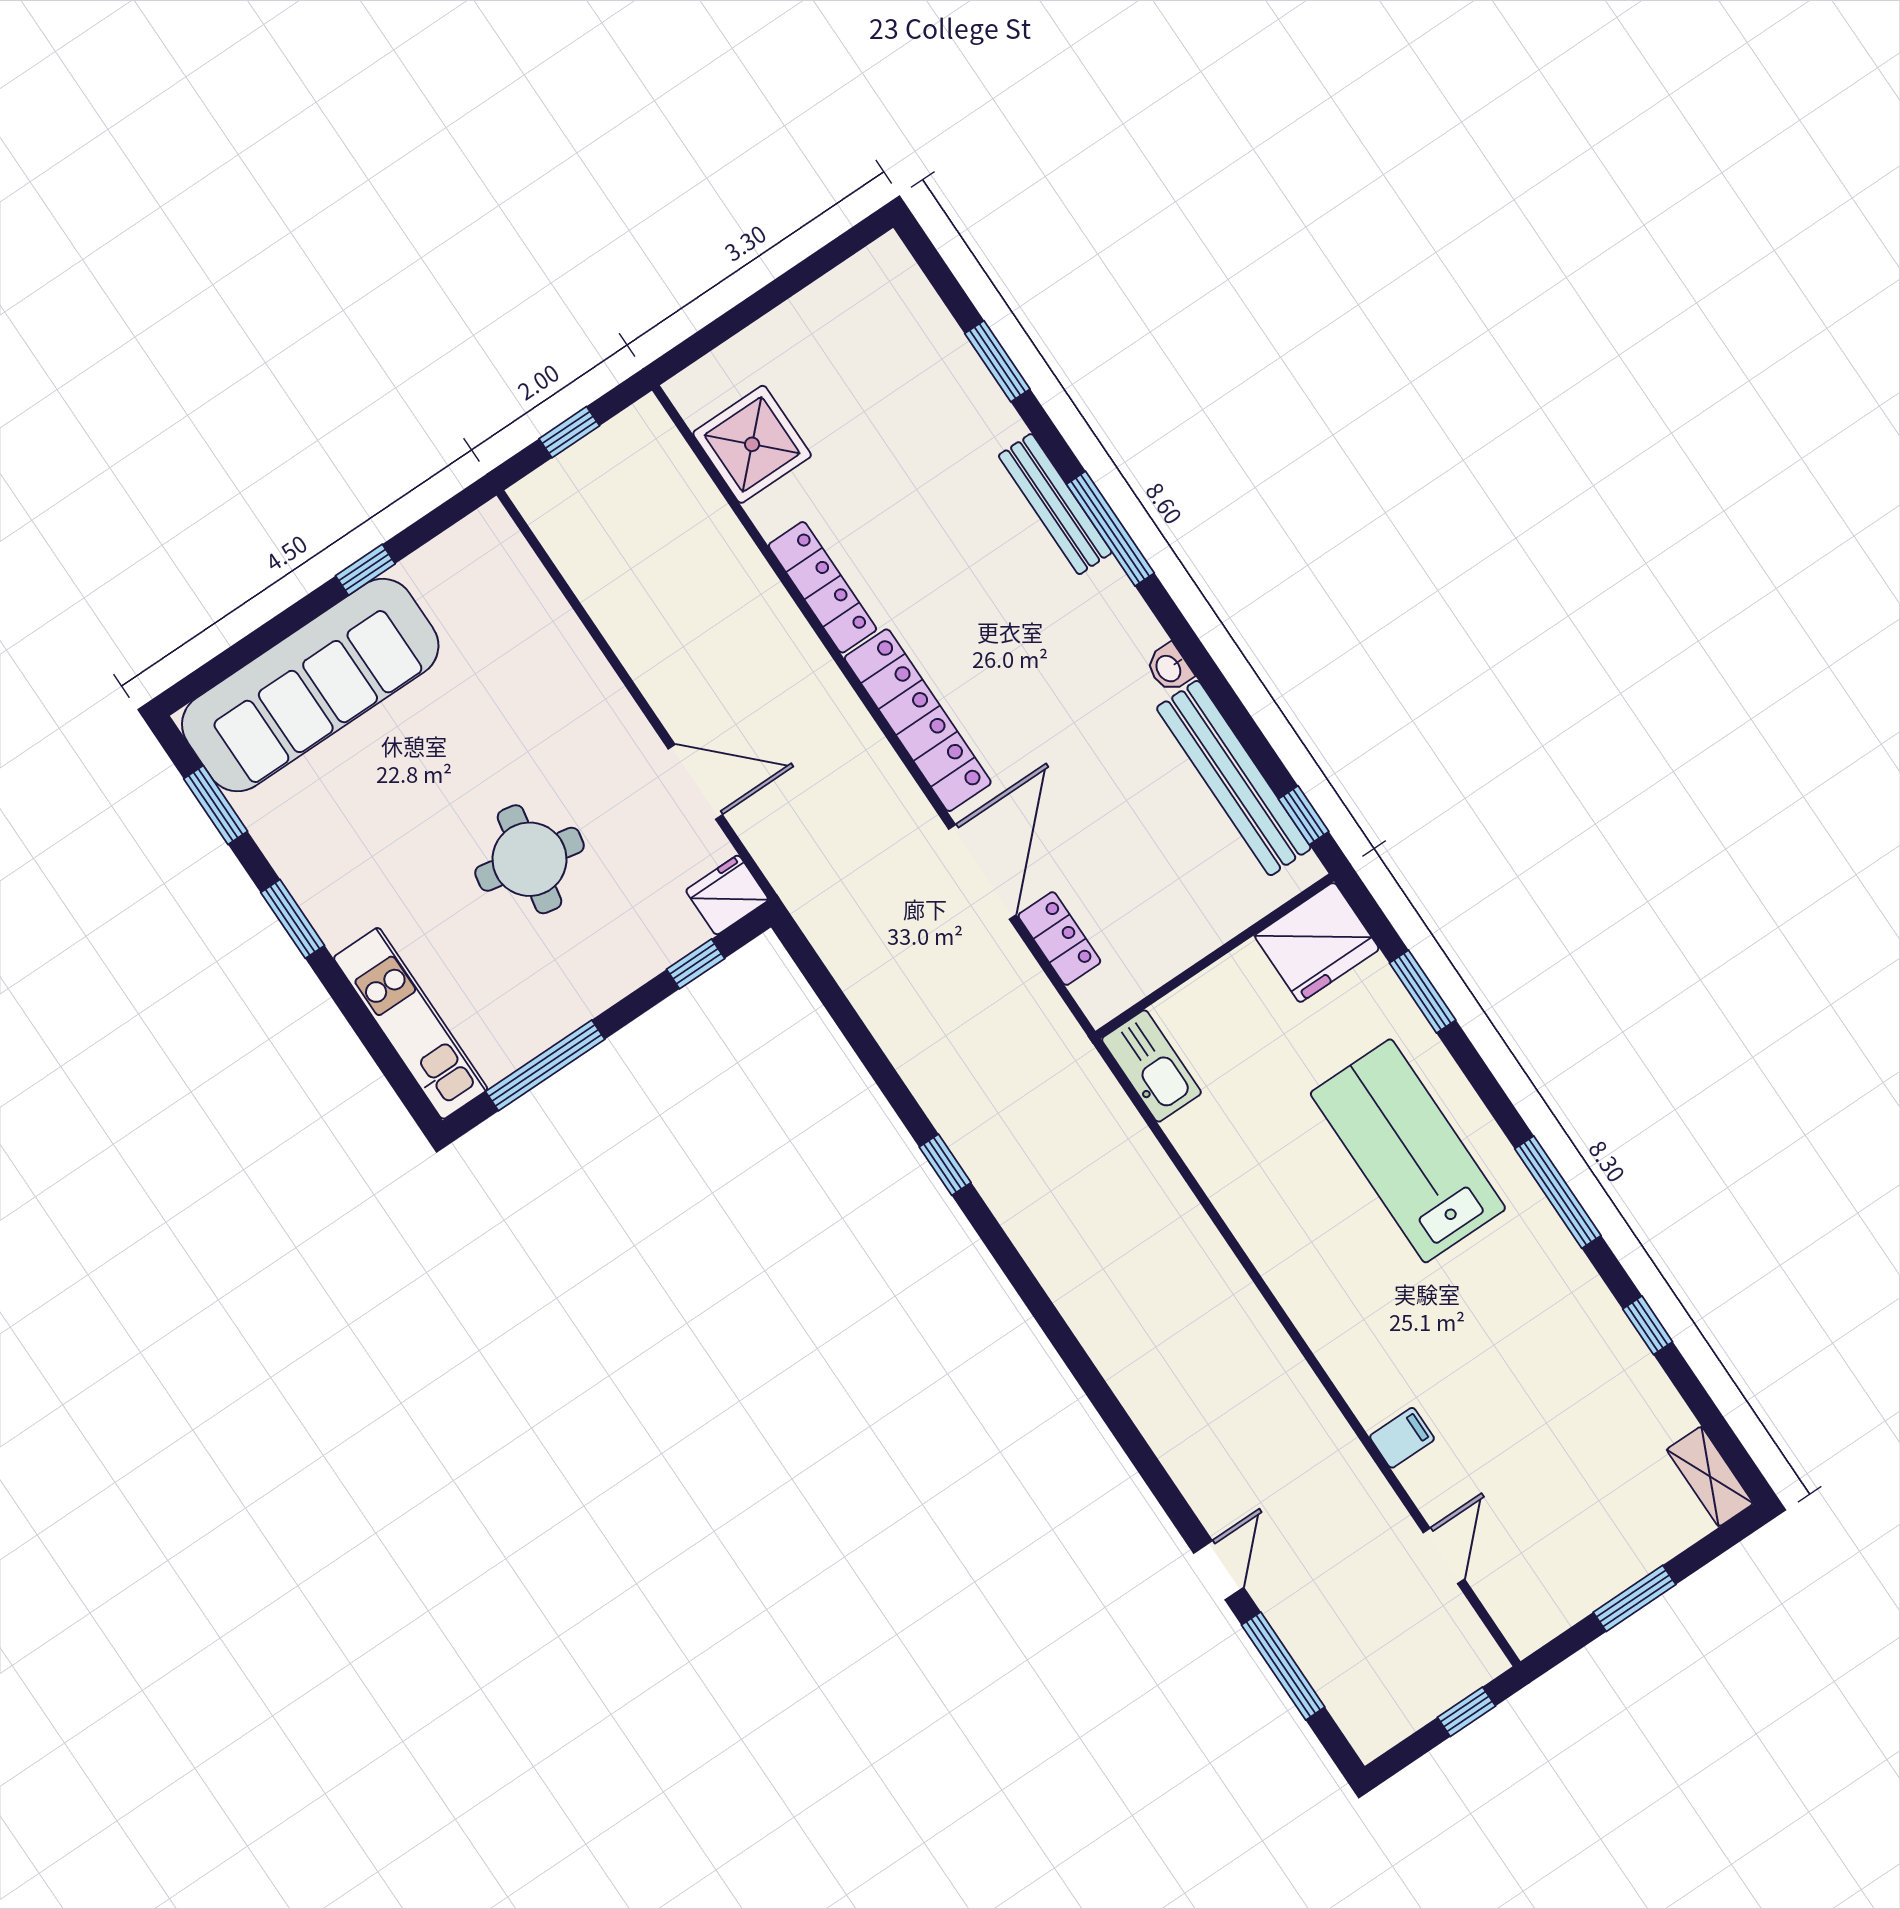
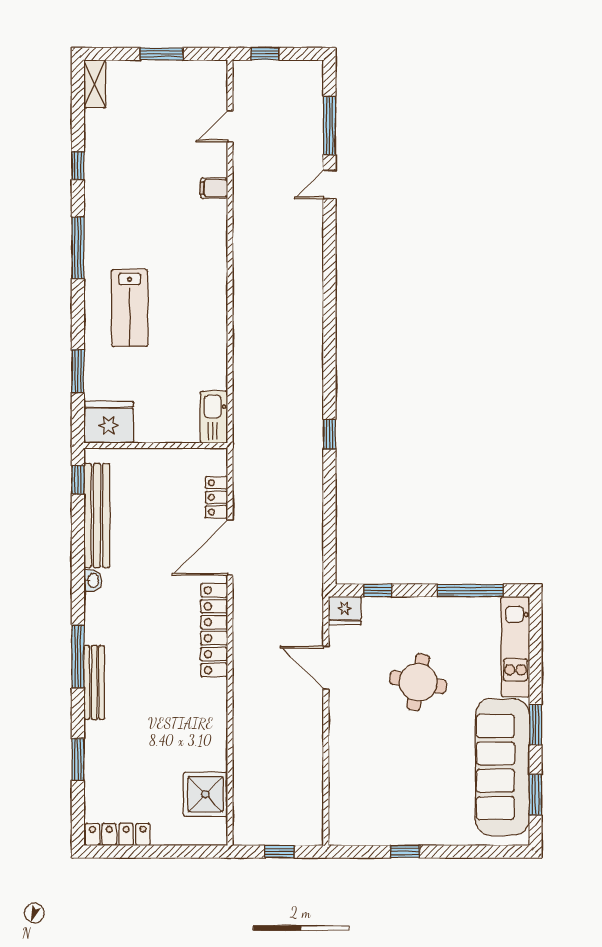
locker: (822, 587) -> (118, 834), moved, turned 90
sofa: (310, 685) -> (502, 767), moved, turned -90
lab bench: (1408, 1151) -> (130, 308), width x0.73, depth x0.72

